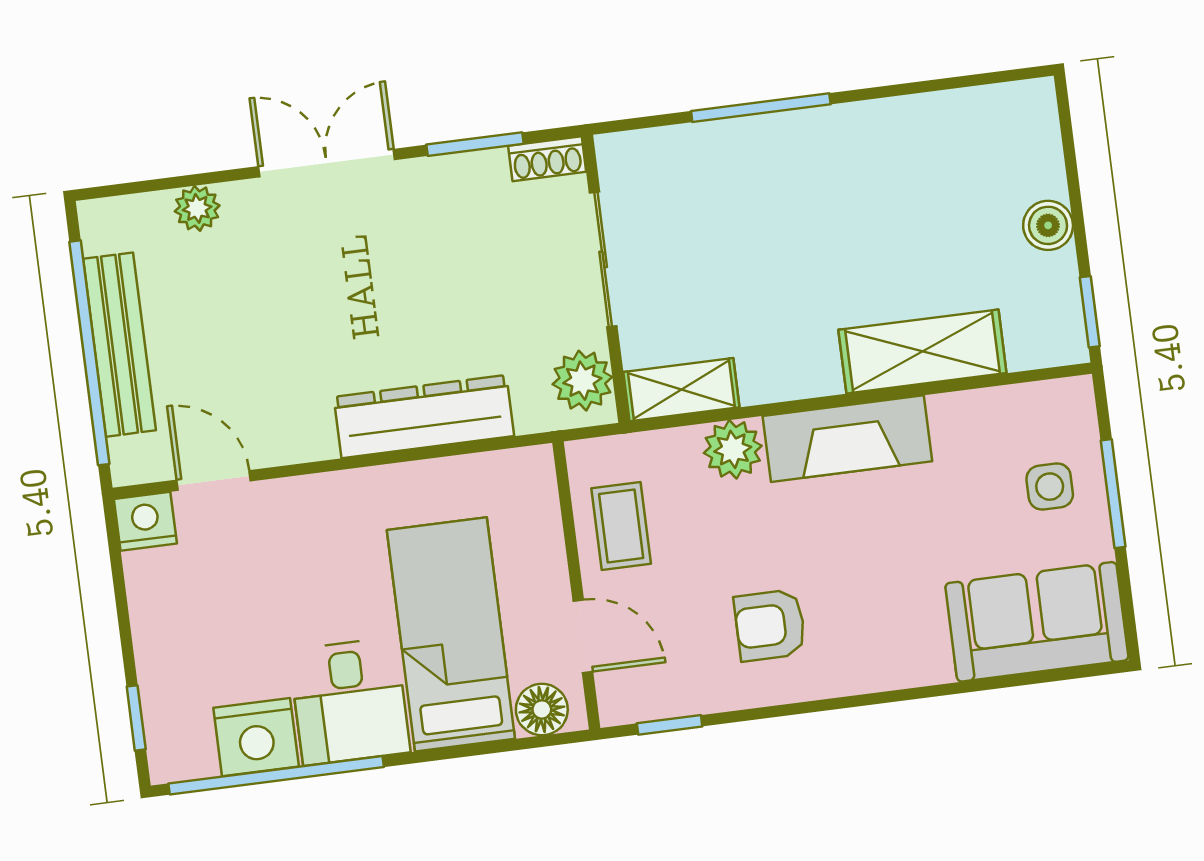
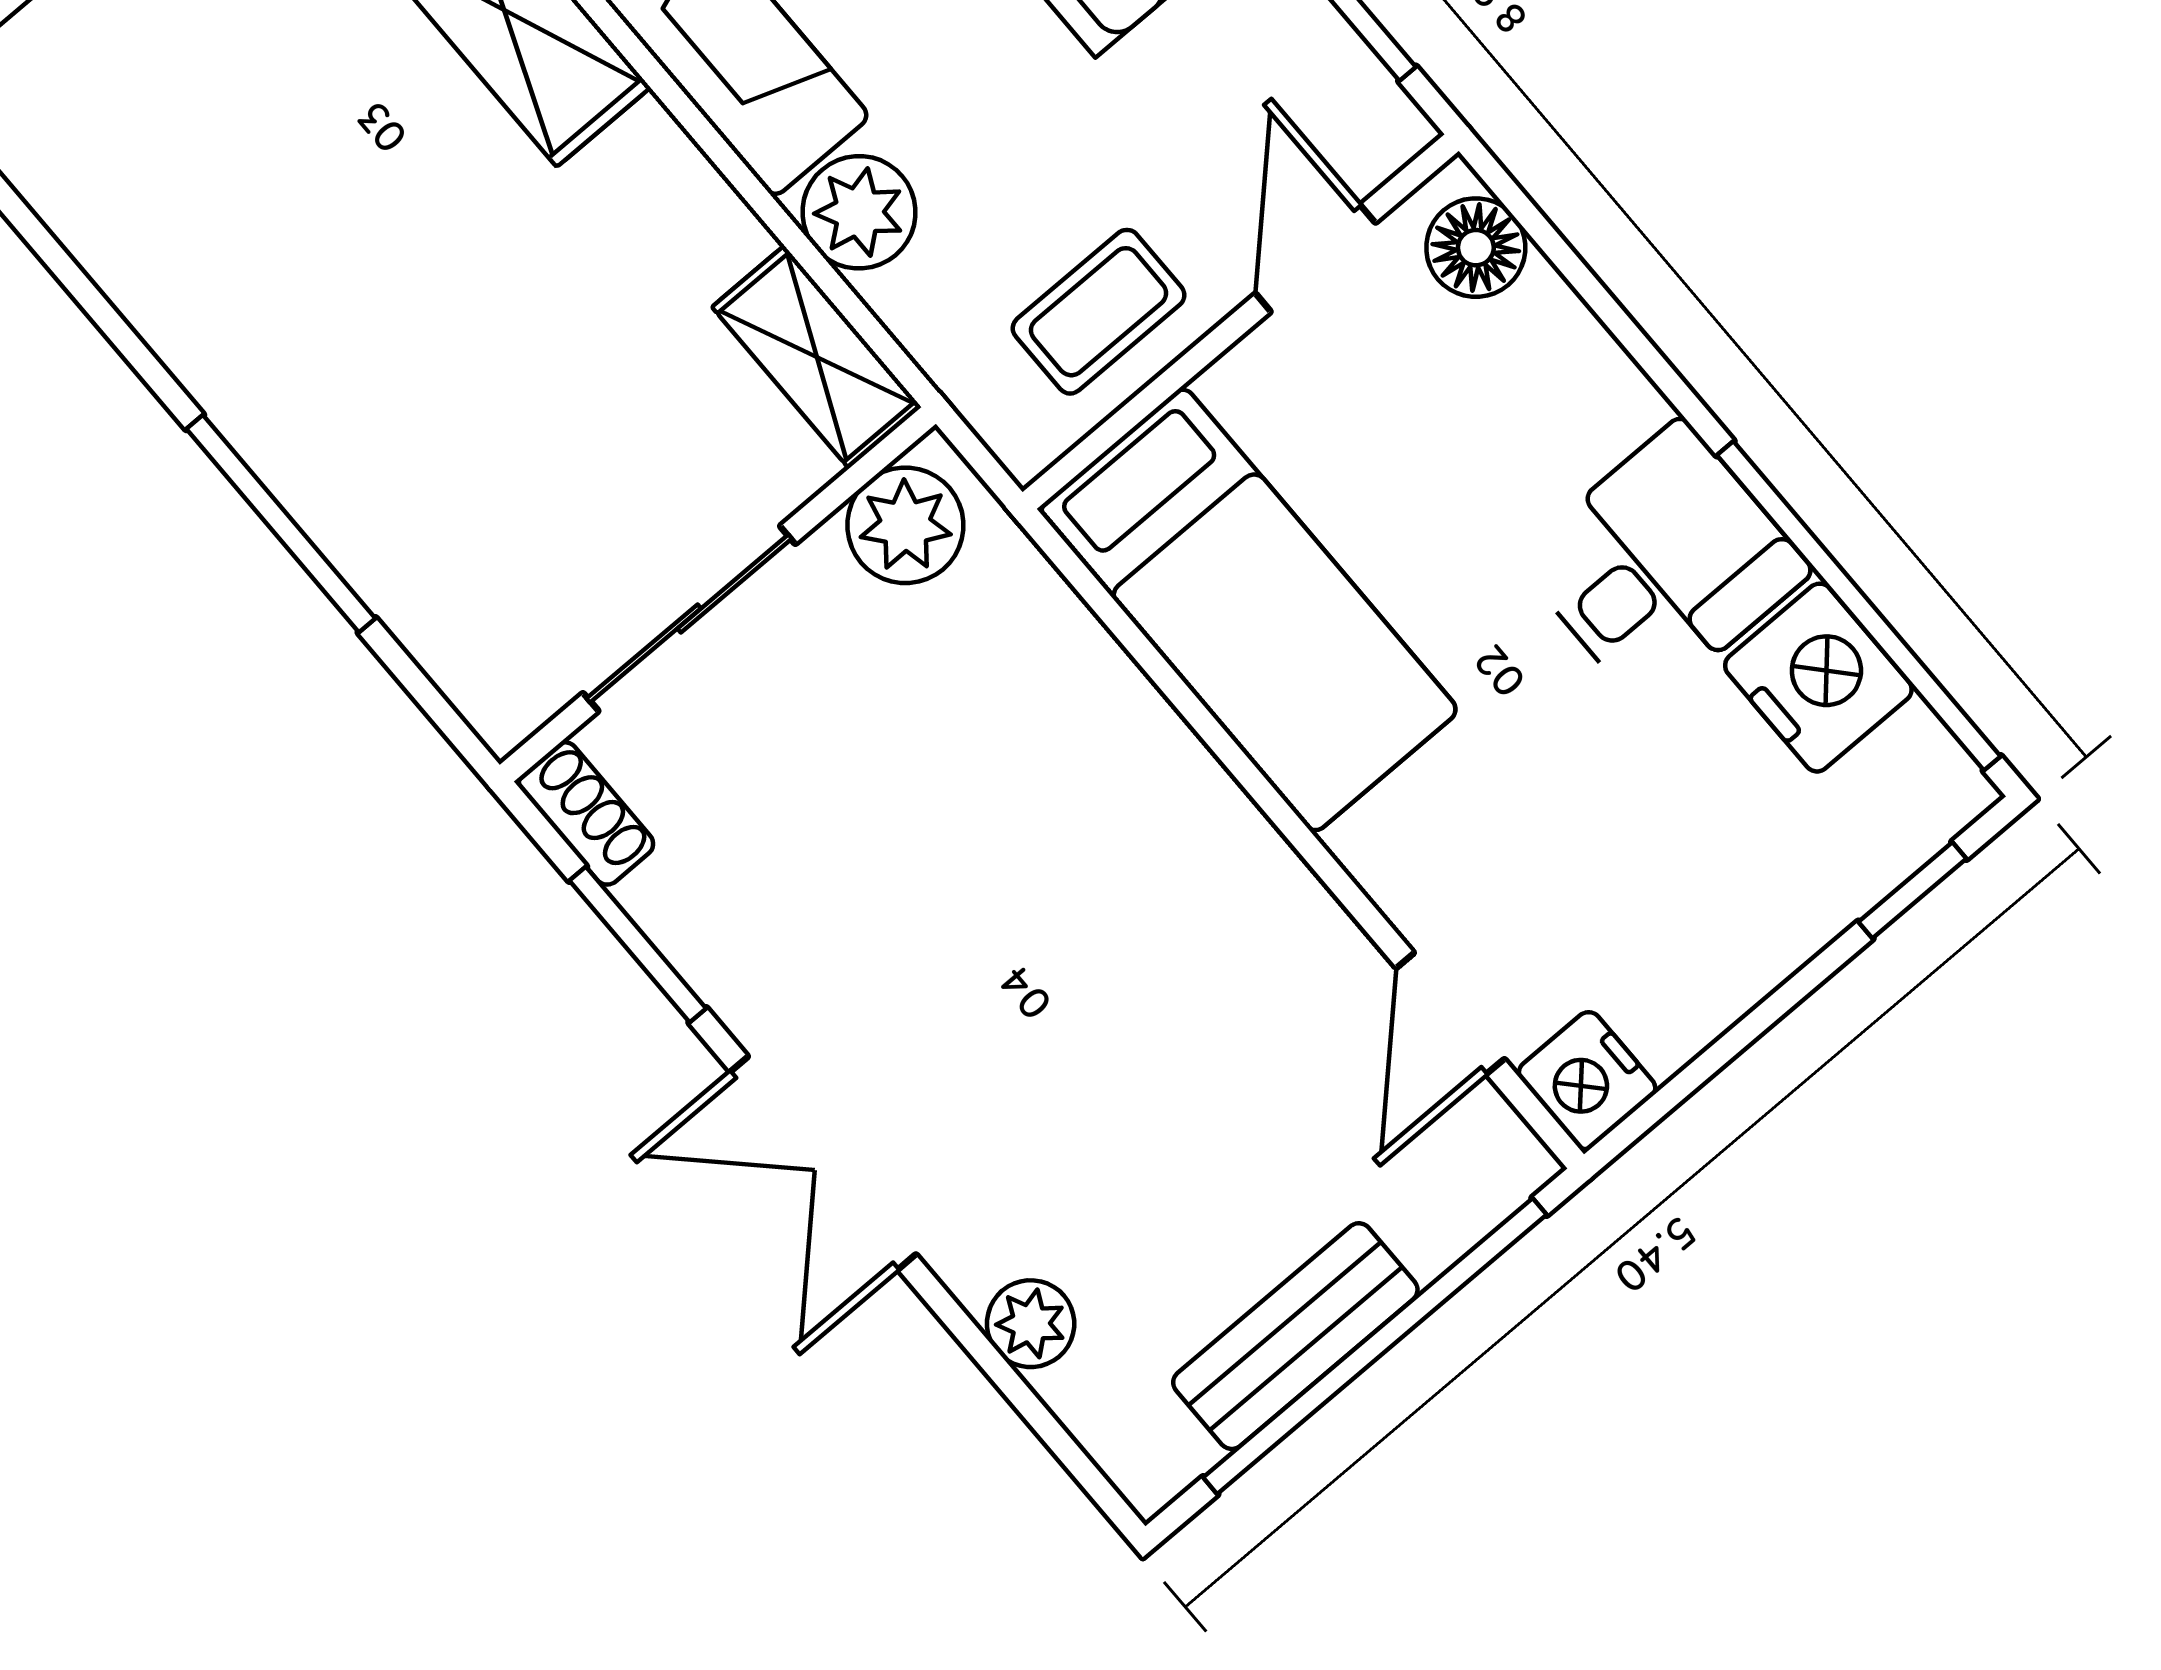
bench: (119, 345) -> (1295, 1336), width x0.73
dresser: (424, 417) -> (1128, 743), removed
bed: (451, 634) -> (1249, 610), moved, turned -90

